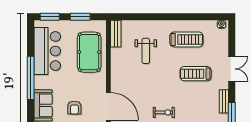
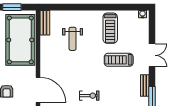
treadmill: (186, 39) -> (110, 28), turned 90
pool table: (89, 52) -> (20, 40), width x1.36, depth x1.32

